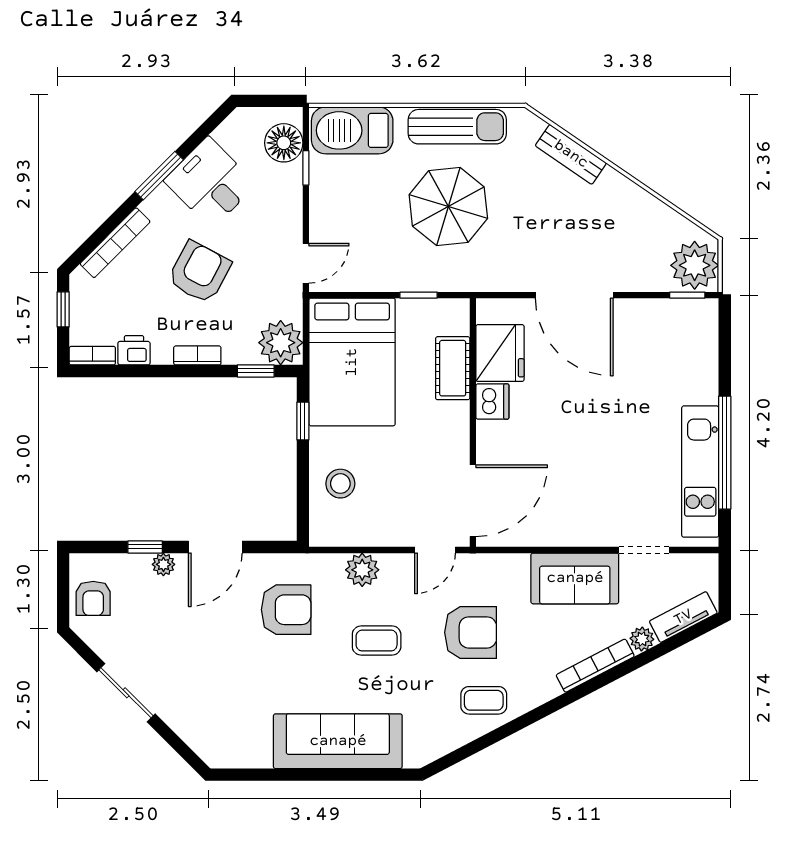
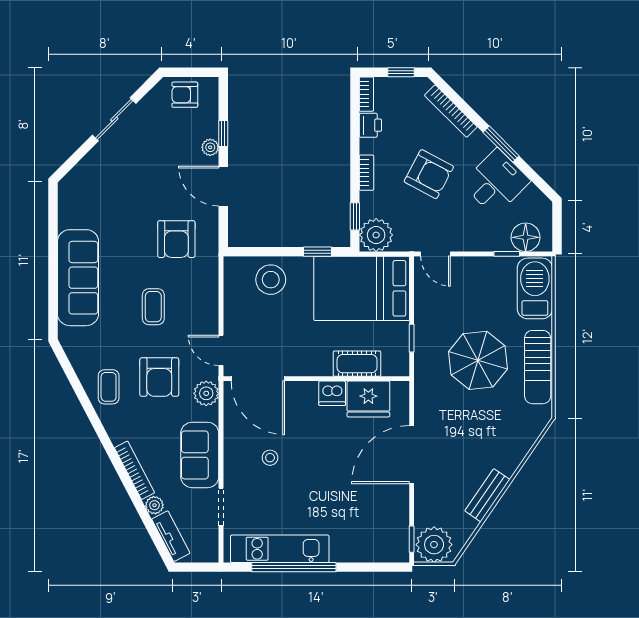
bench: (571, 154) -> (487, 495), moved
stool: (340, 484) -> (271, 280), width x1.38, depth x1.38
stool: (578, 485) -> (270, 458), added
plant: (362, 570) -> (206, 393), moved

